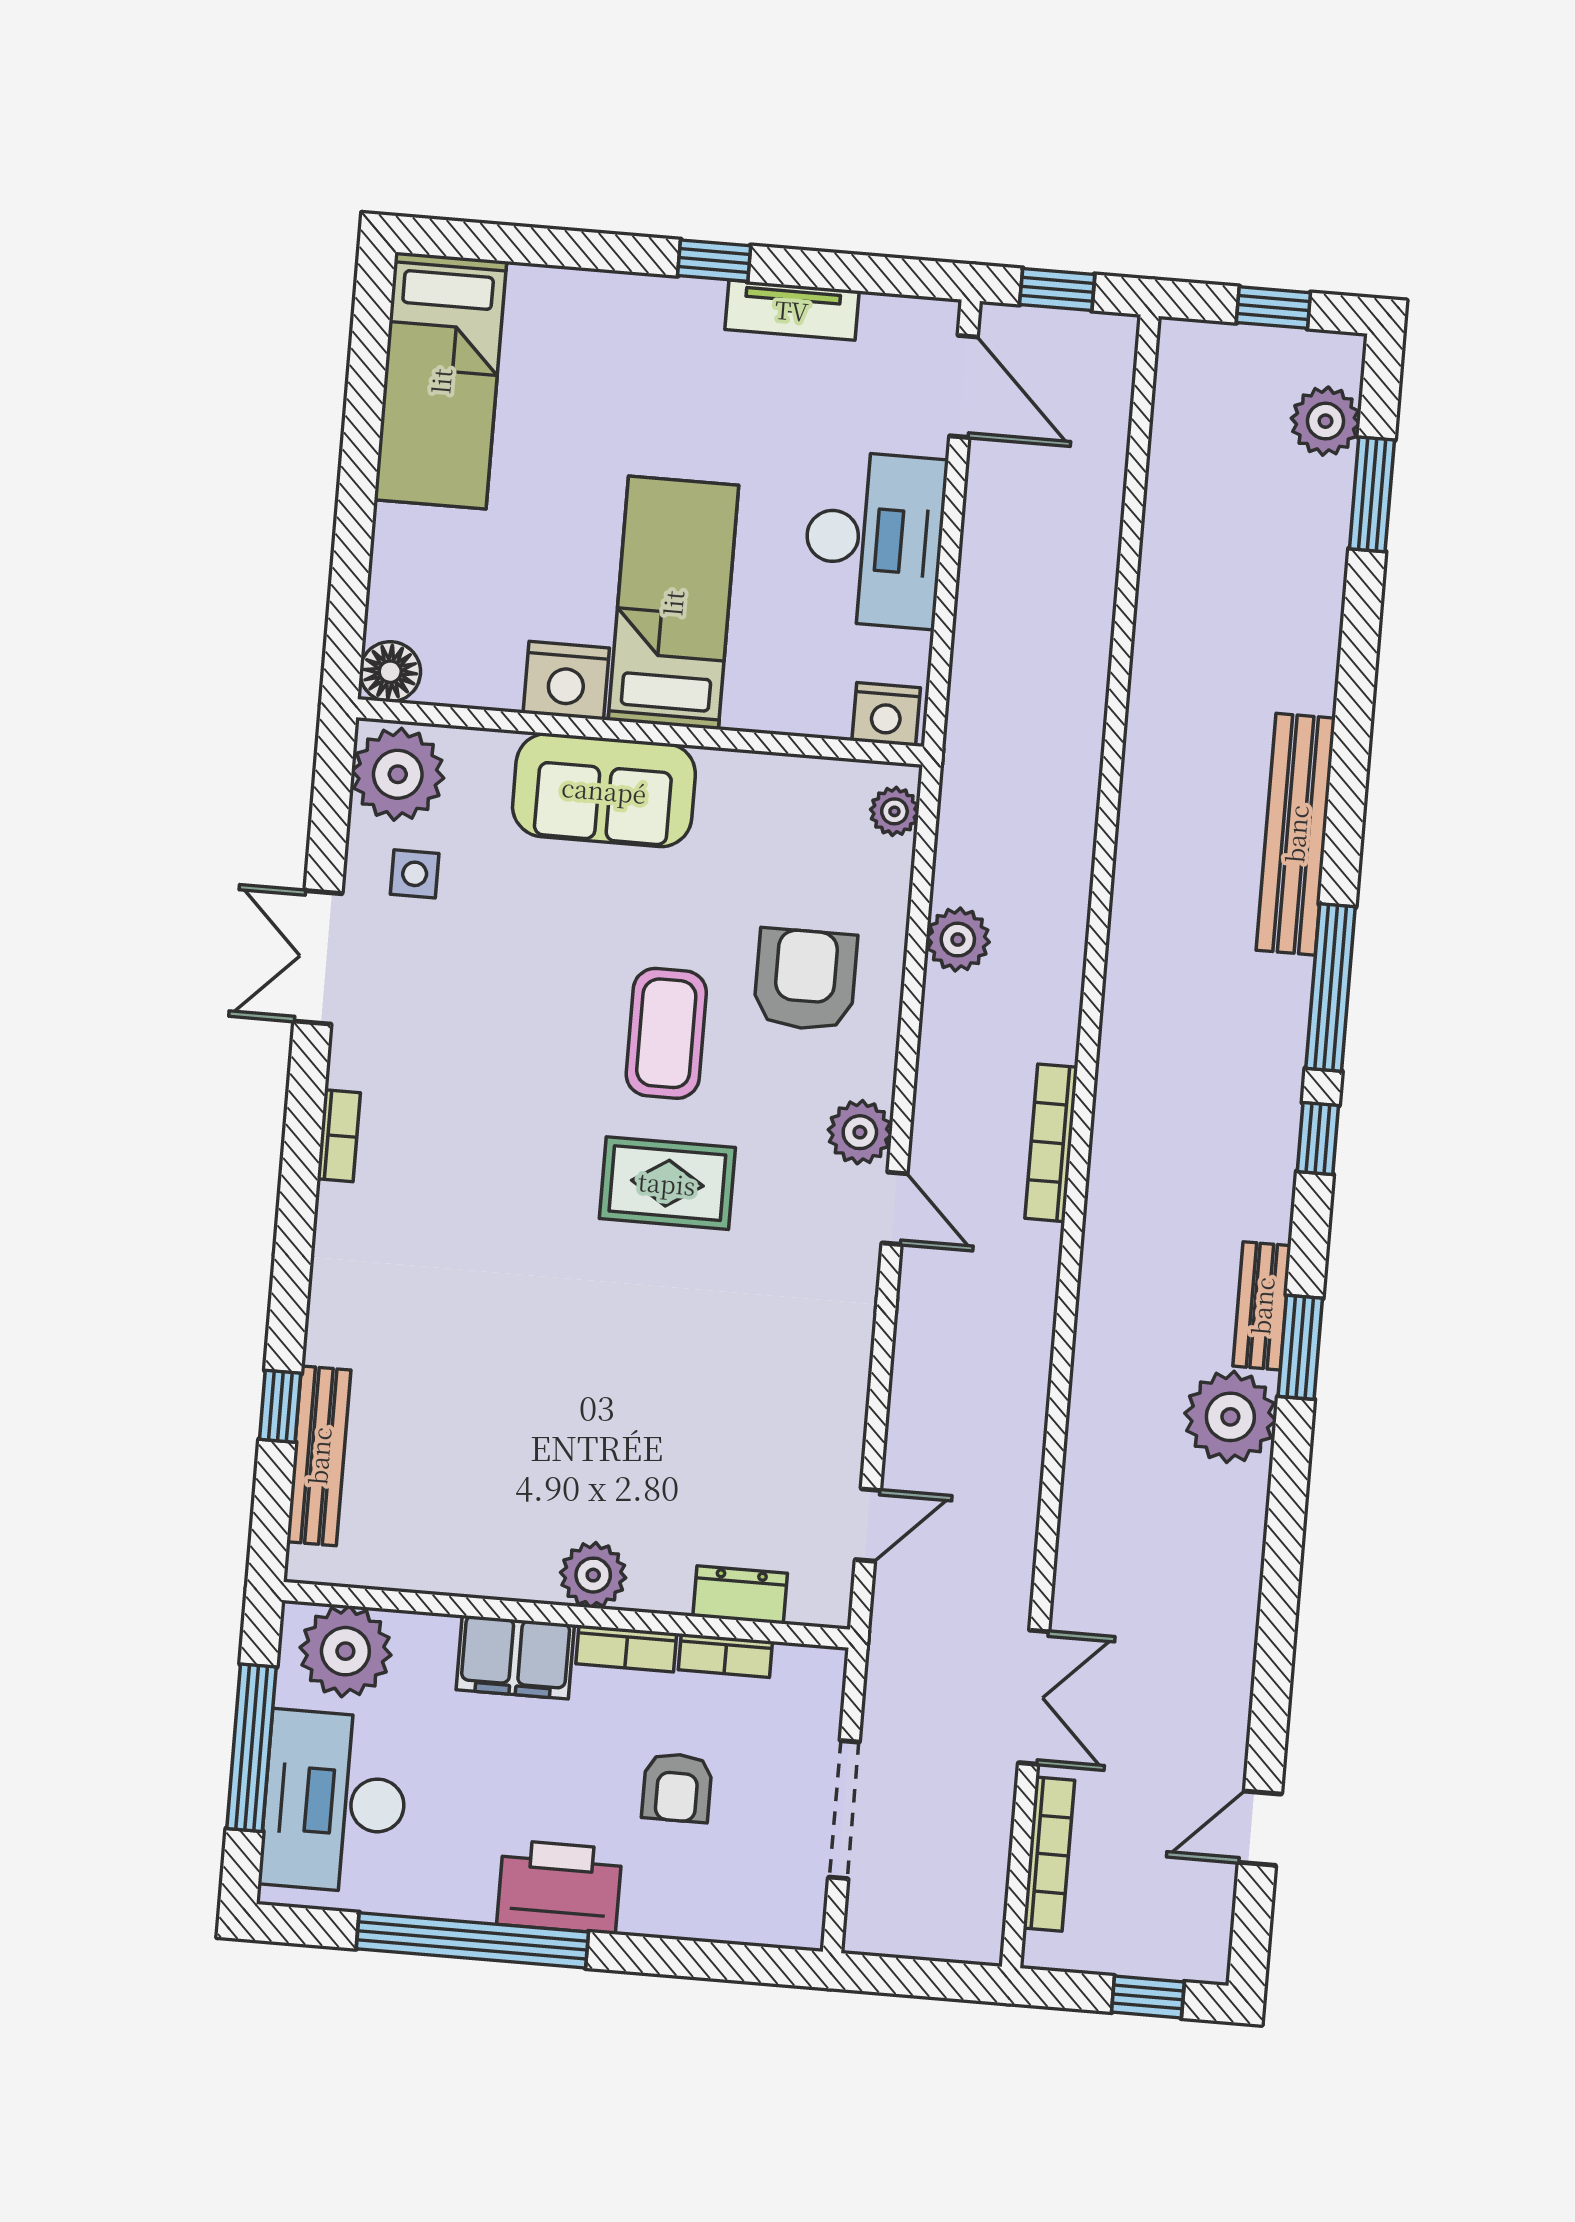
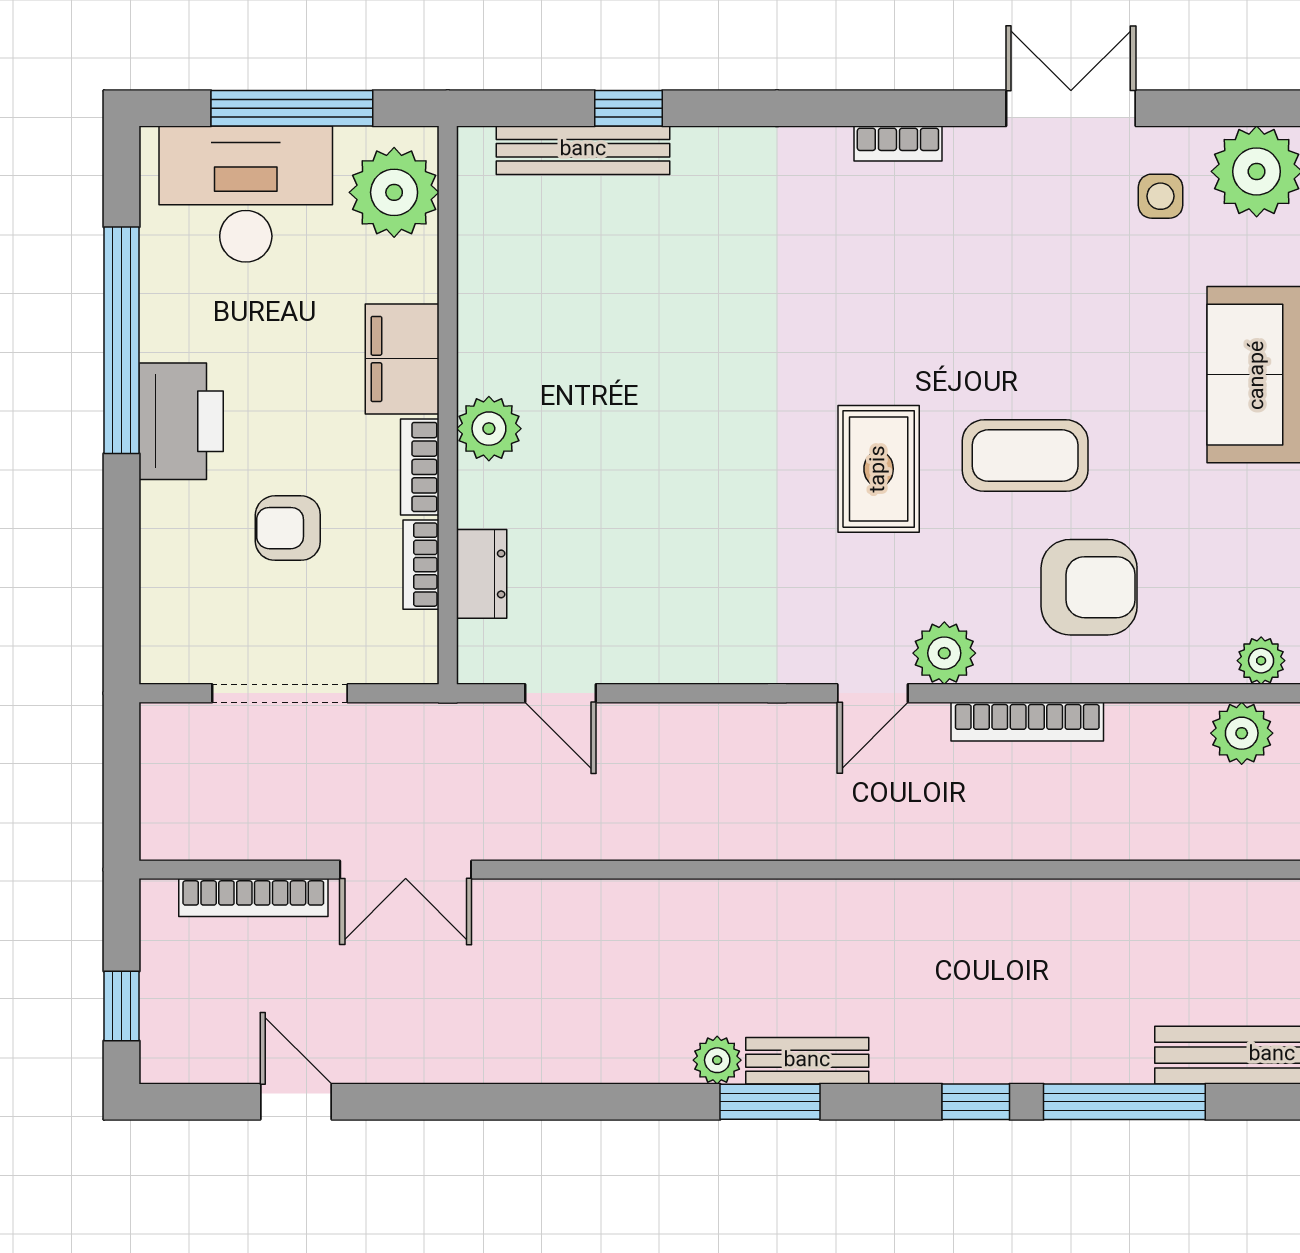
plant: (958, 940) -> (1242, 733), moved
bookcase: (1051, 1143) -> (1027, 722), moved, turned 180
plant: (1230, 1417) -> (717, 1060), width x0.53, depth x0.53

